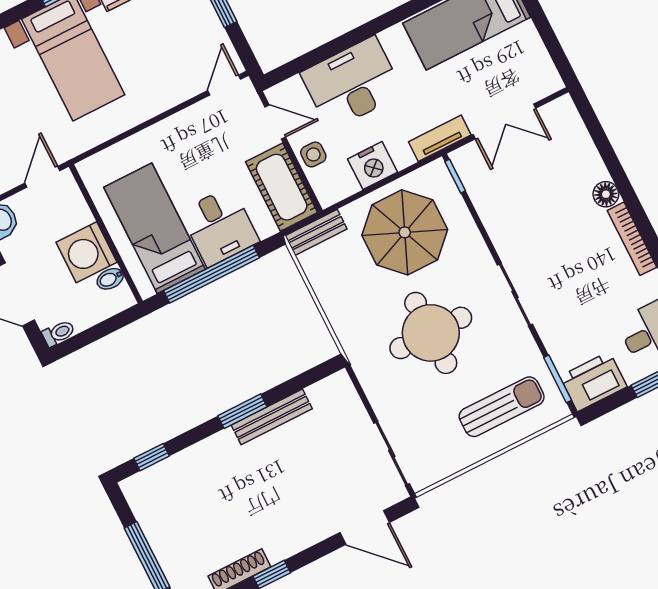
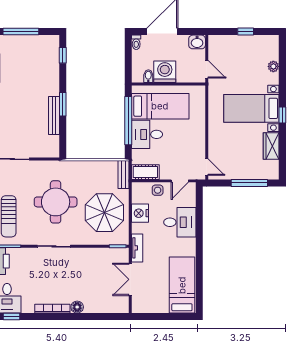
desk: (352, 83) -> (180, 222), width x0.73
cot: (282, 187) -> (145, 172), width x0.73, depth x0.75

